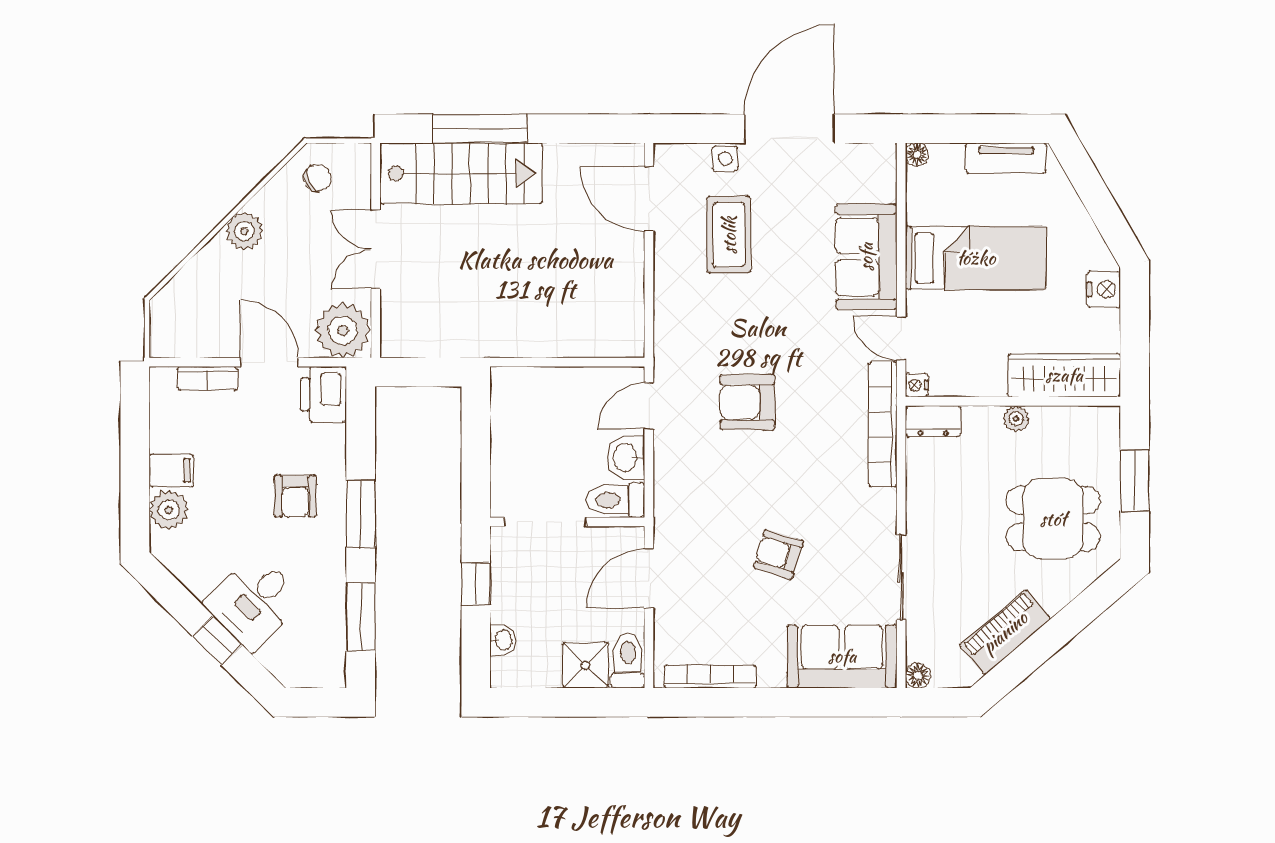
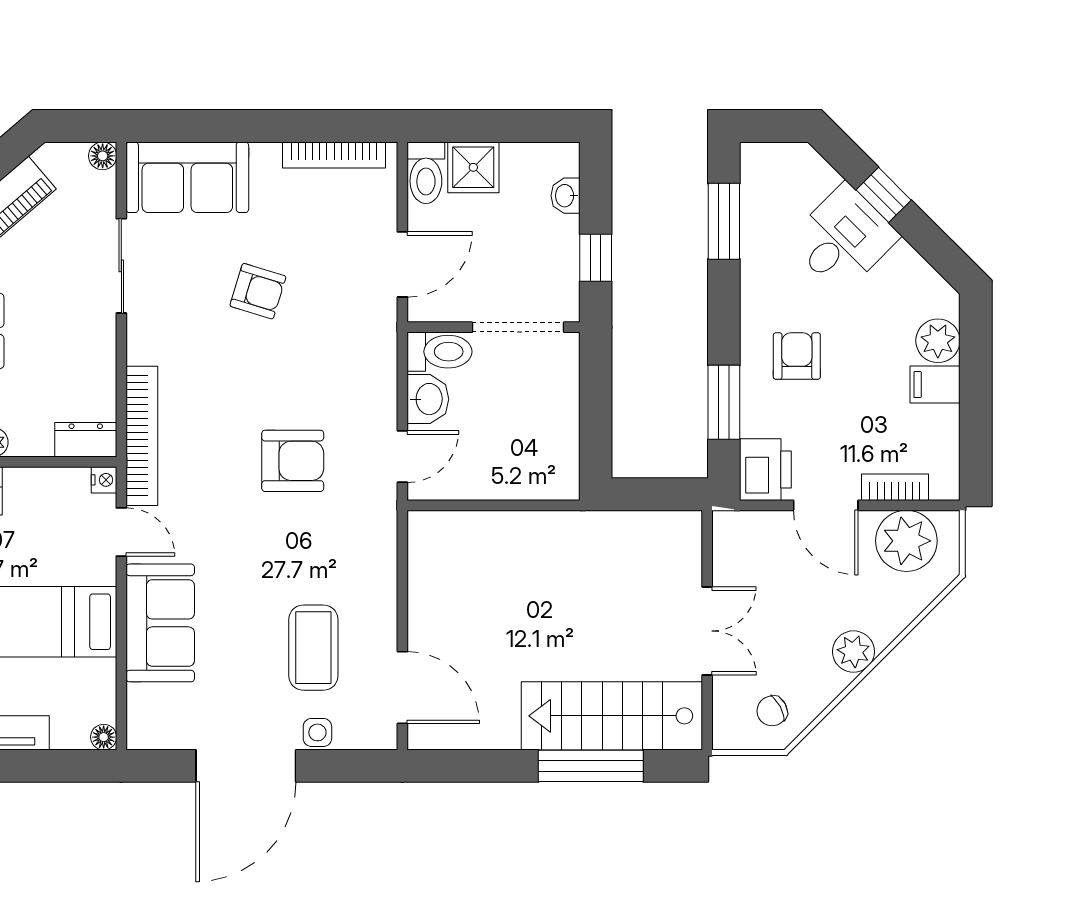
plant: (343, 330) -> (906, 541), moved
window: (361, 514) -> (724, 402), moved

